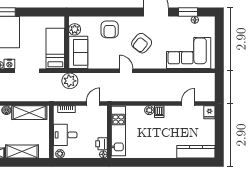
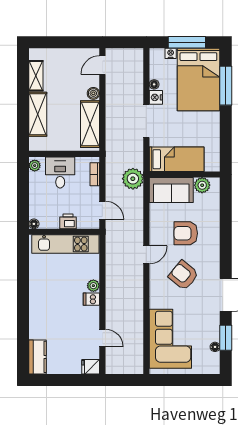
armchair: (110, 29) -> (186, 233), moved
printer: (102, 144) -> (68, 221), moved
kitchen counter: (196, 152) -> (38, 357), width x0.67

